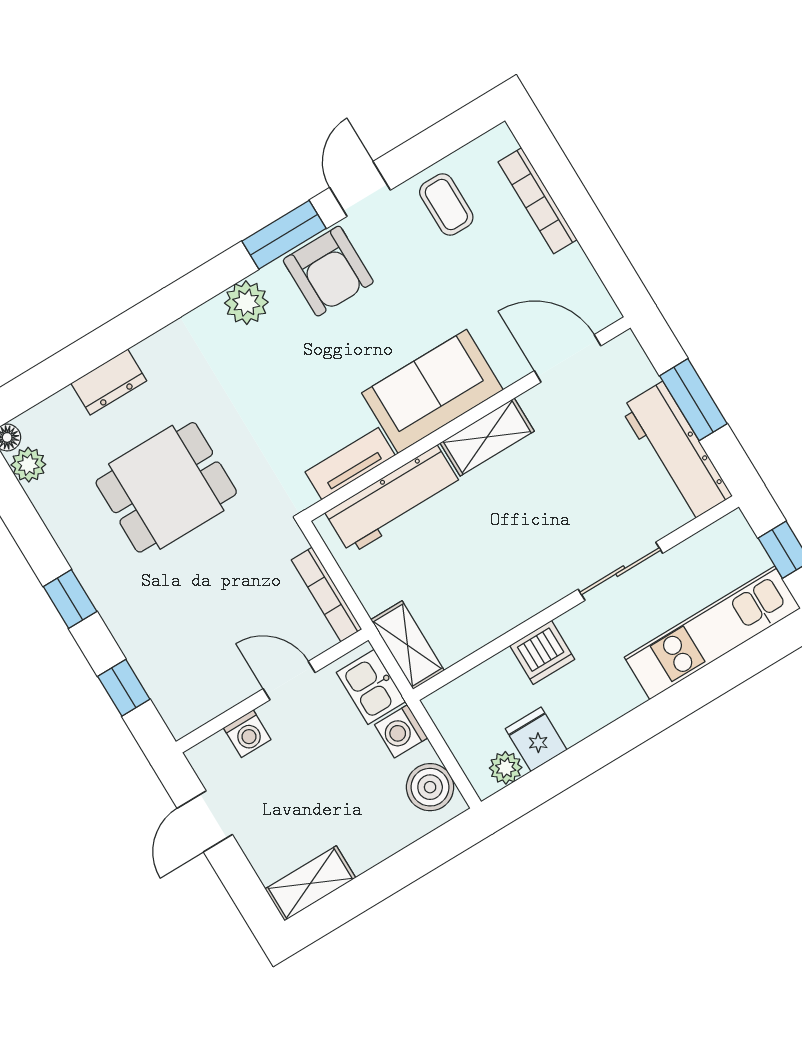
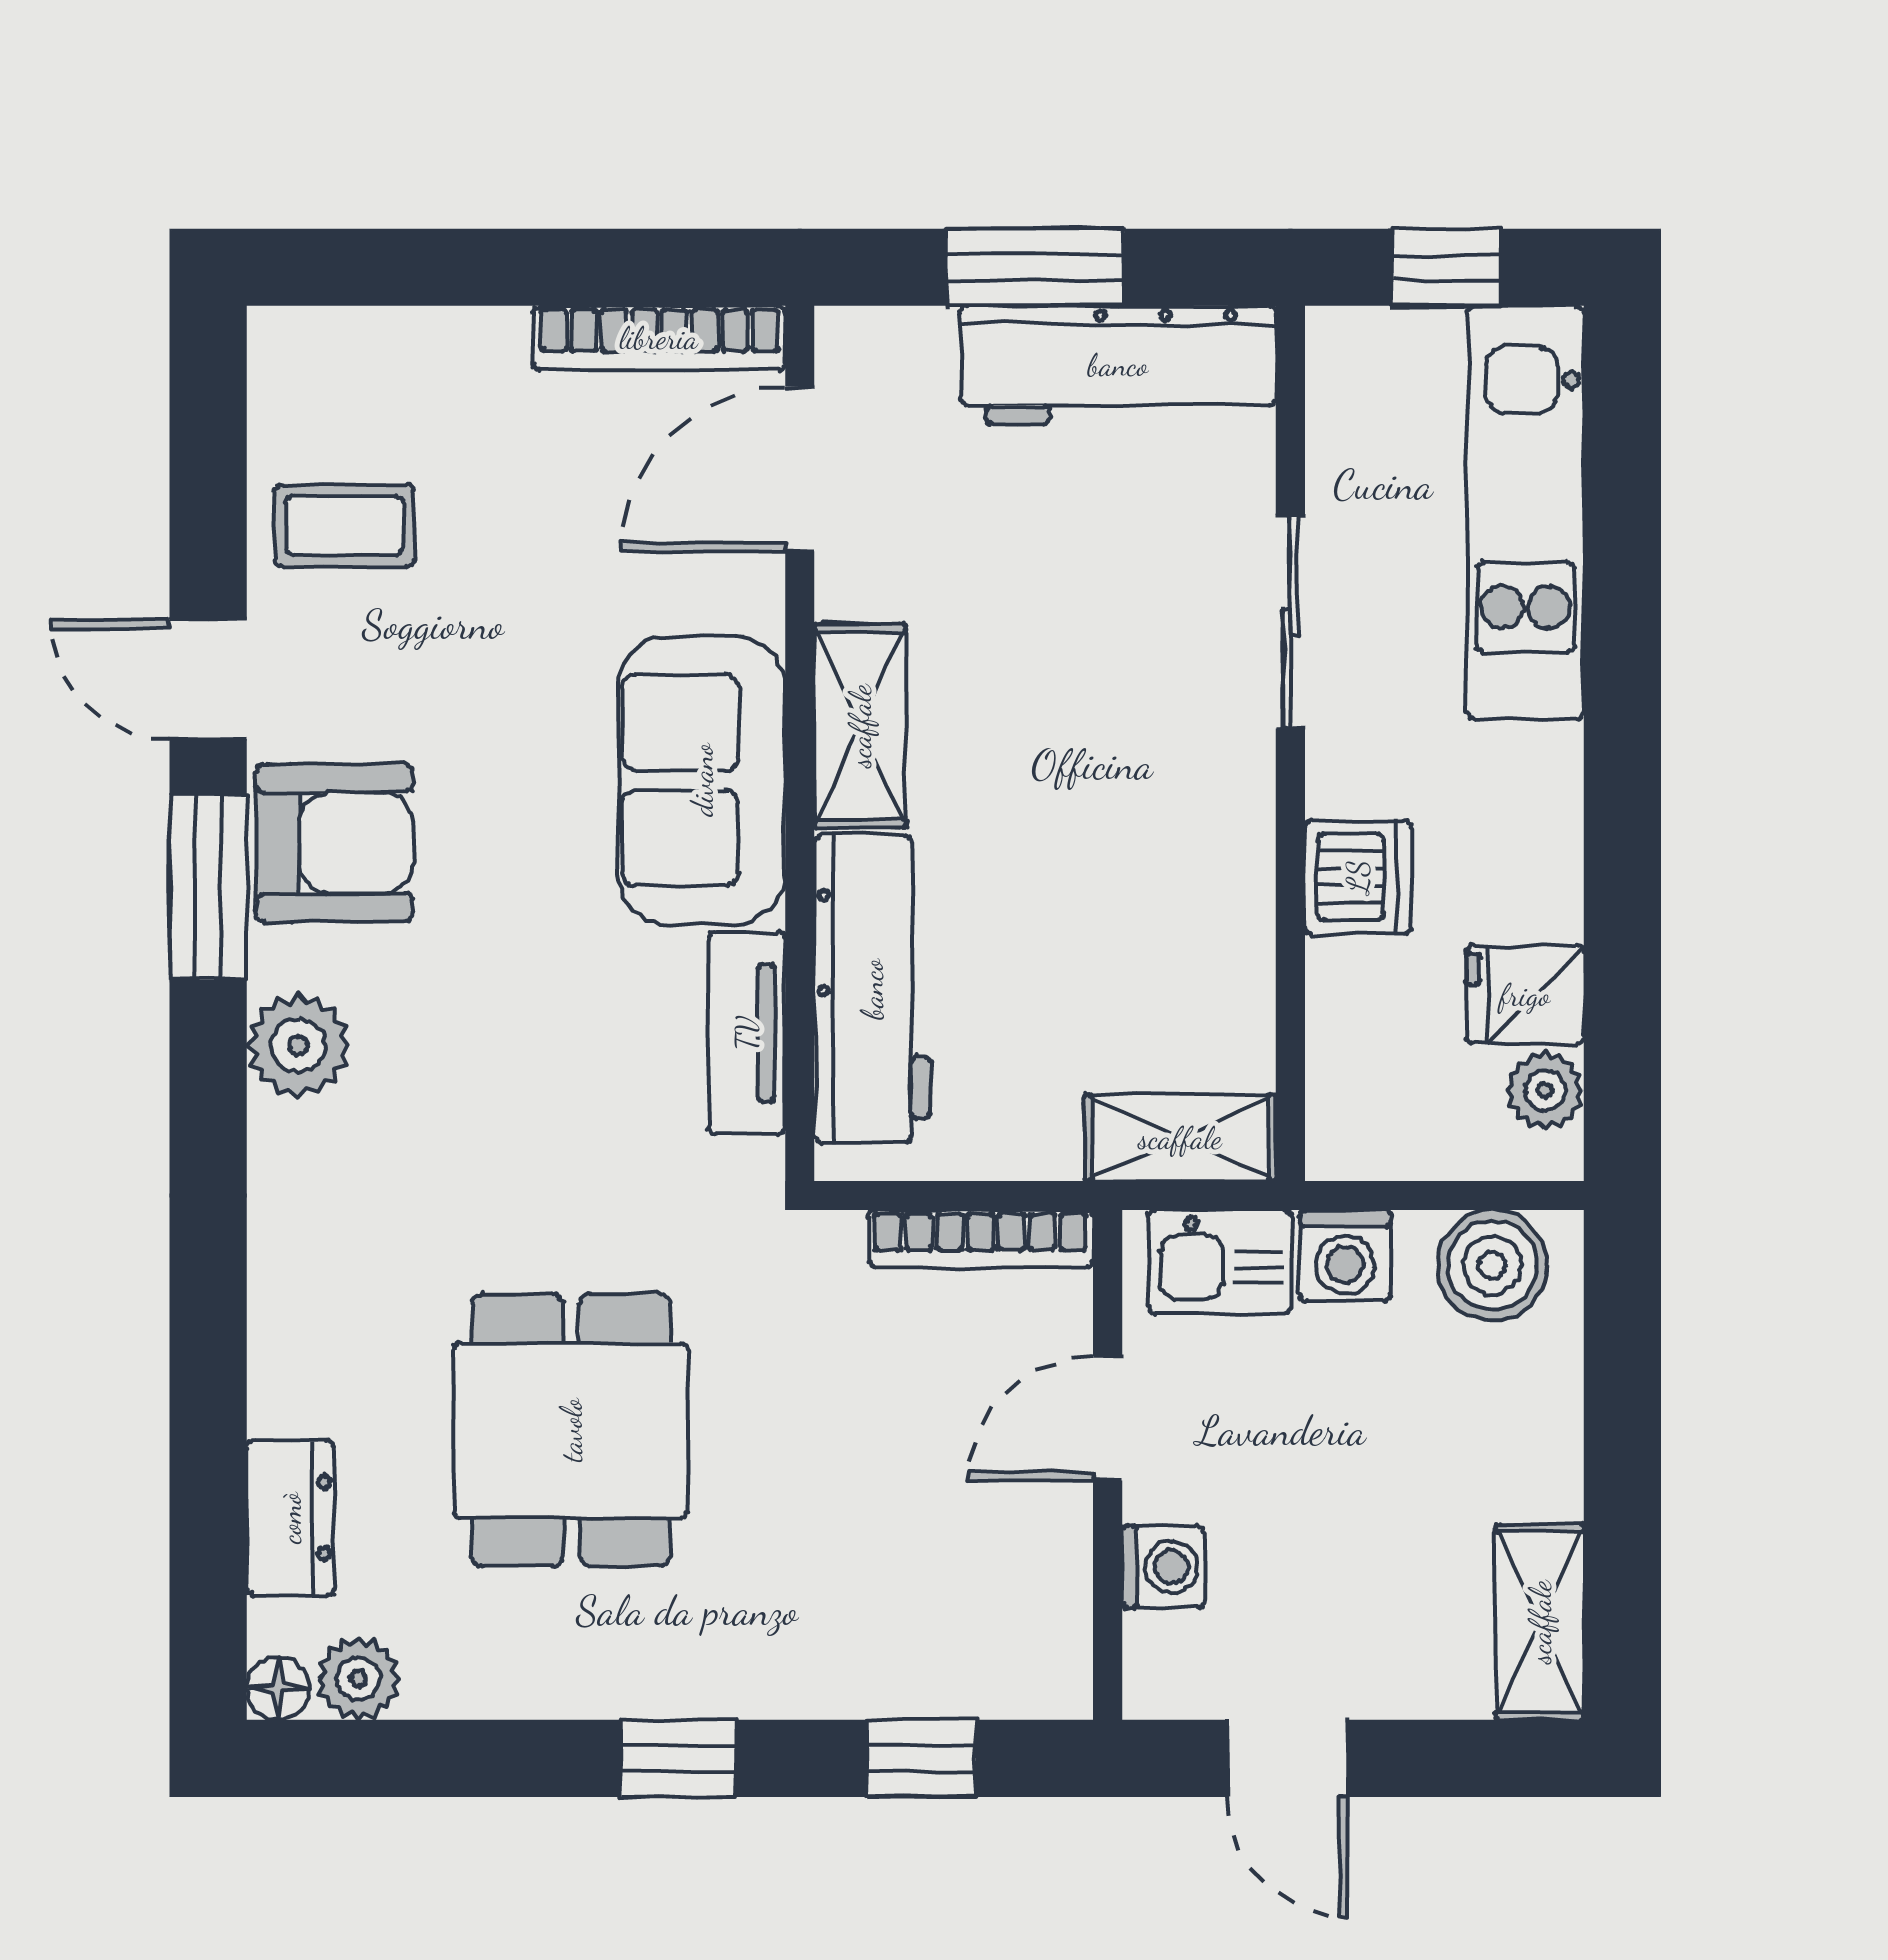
bookcase: (538, 201) -> (659, 338), moved
dresser: (109, 382) -> (290, 1518), moved

